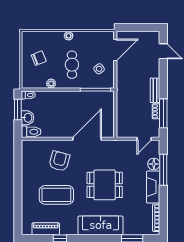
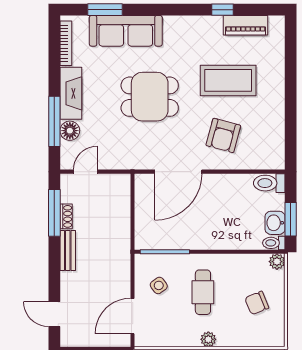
plant: (51, 84) -> (277, 262), moved
washbasin: (28, 118) -> (275, 223), moved
sofa: (101, 225) -> (126, 31), moved

